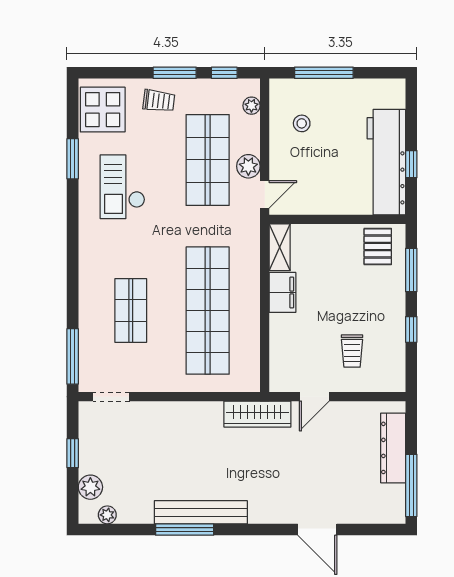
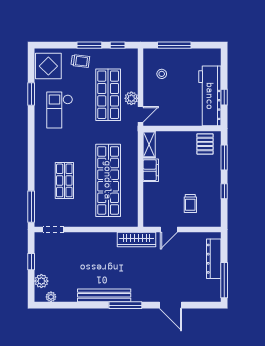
plant: (251, 106) -> (133, 64), removed
window: (185, 530) -> (125, 305), moved

